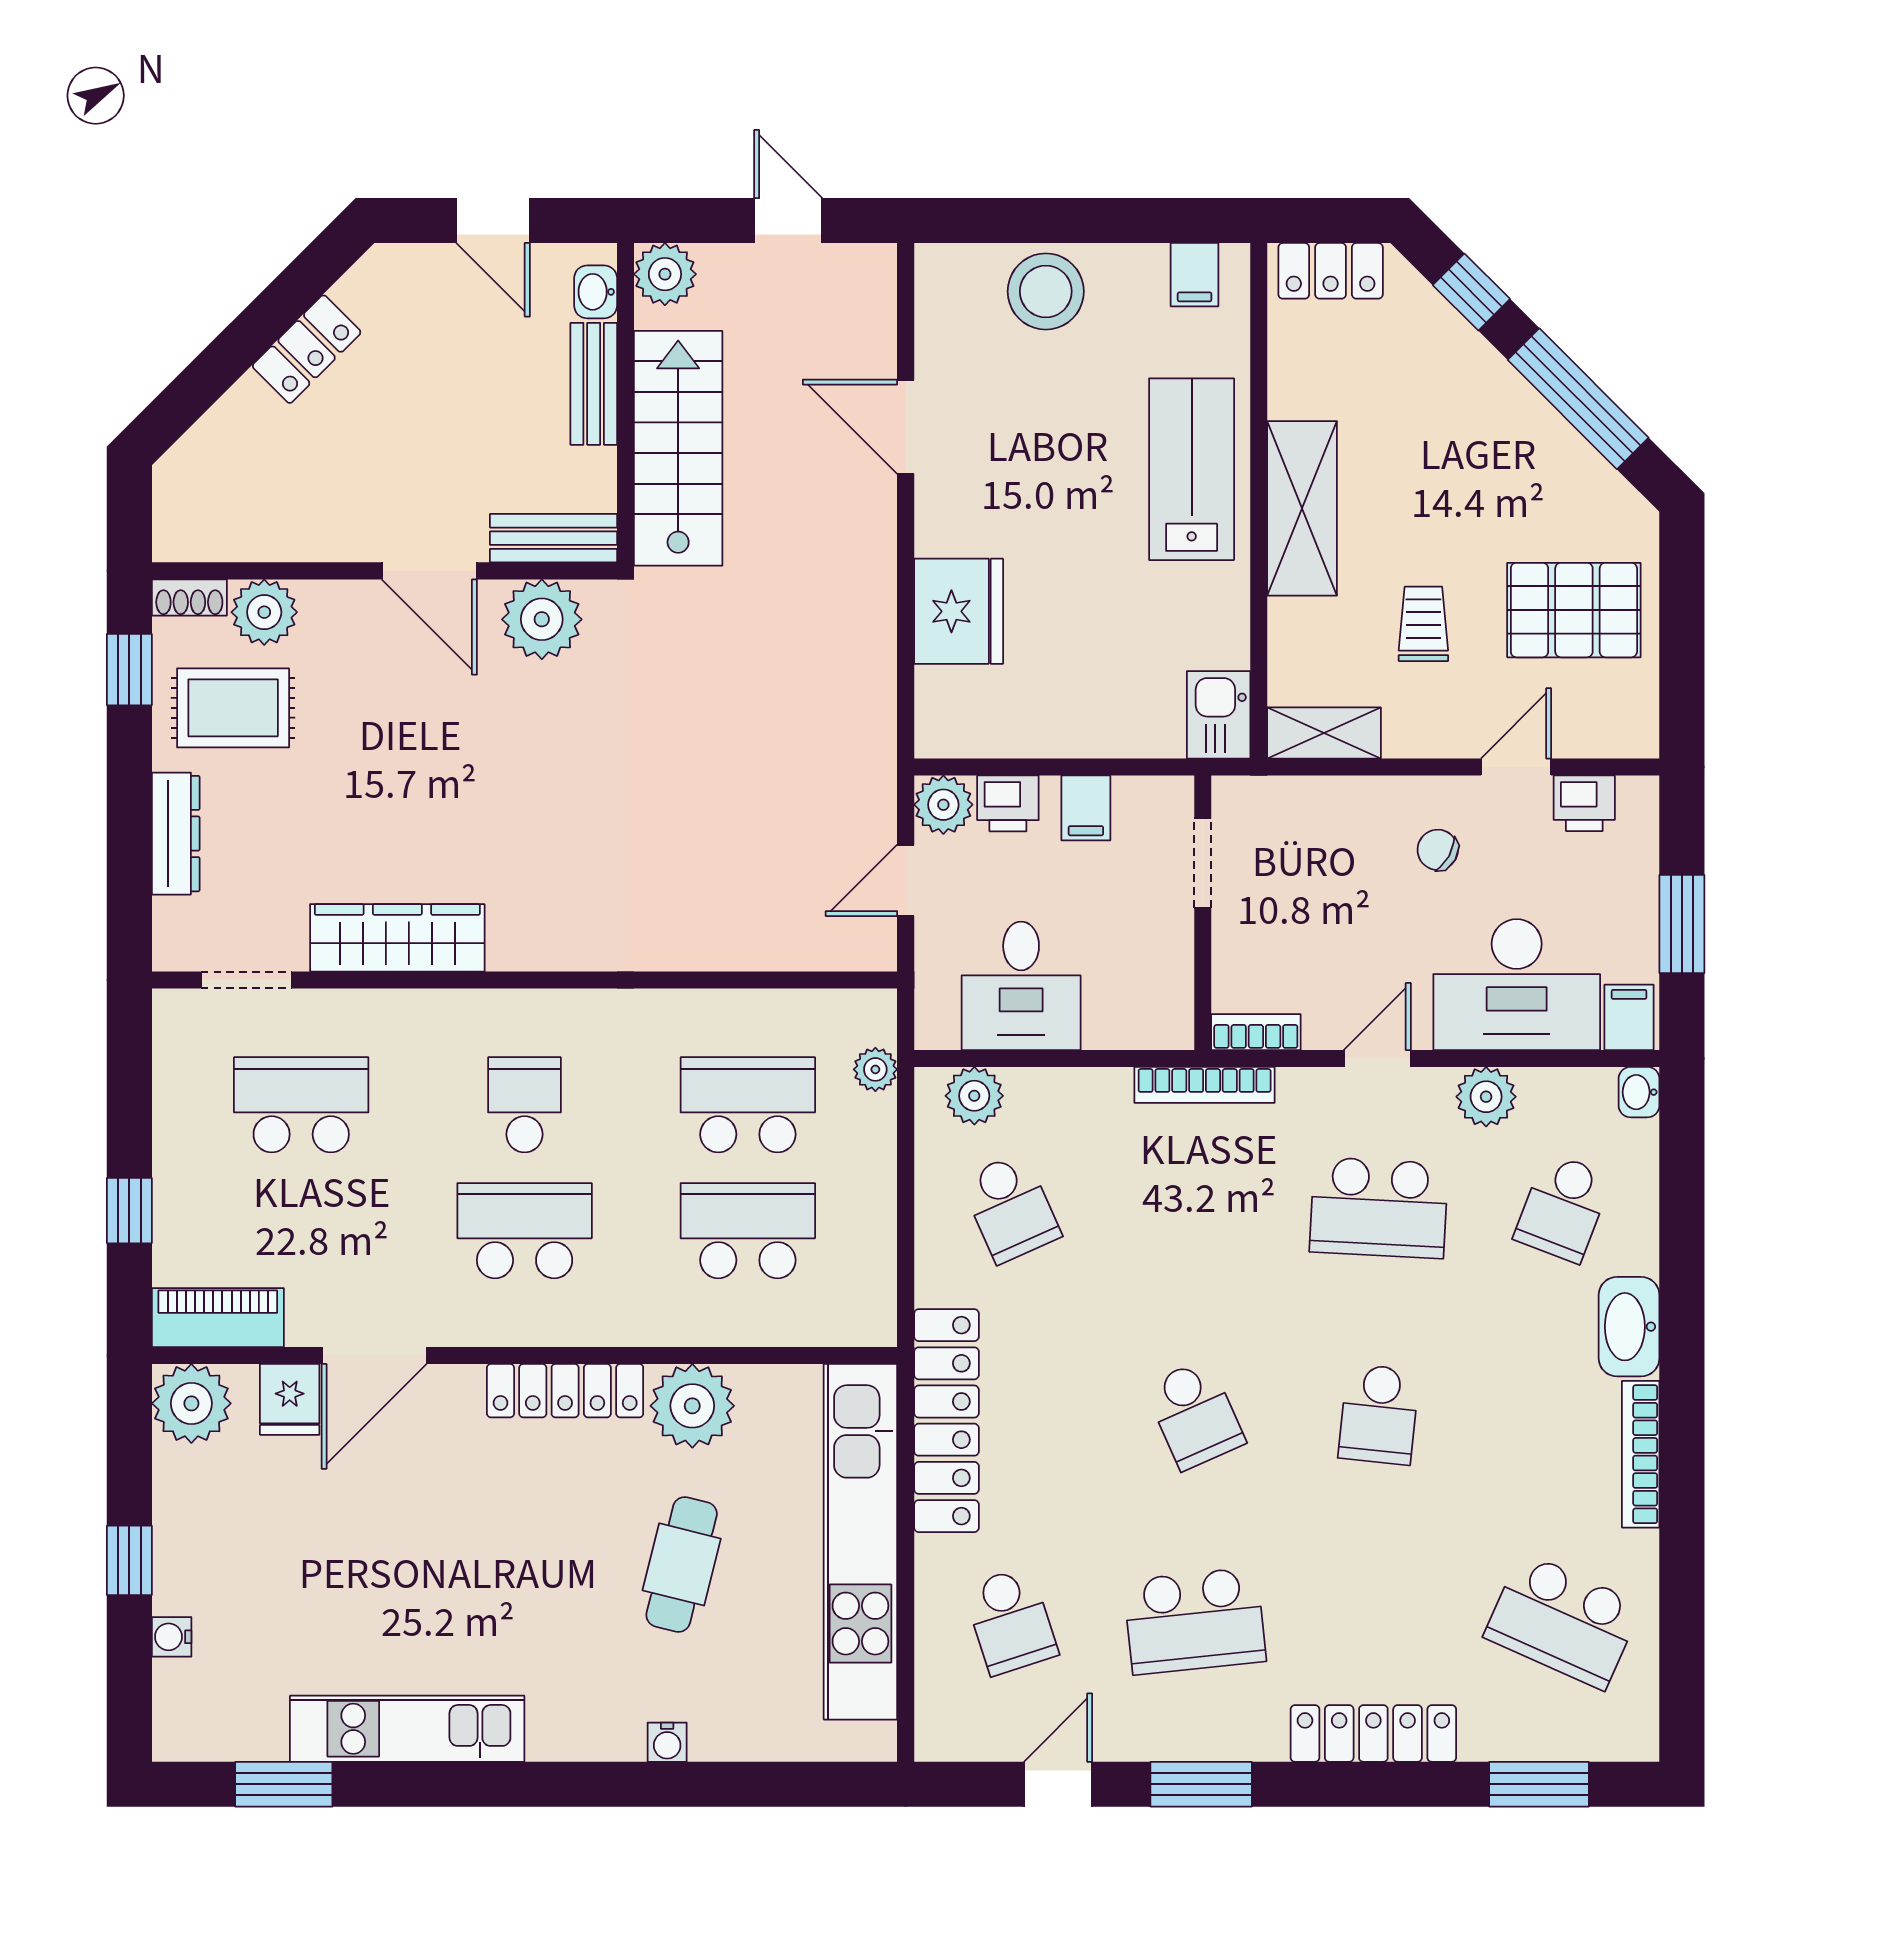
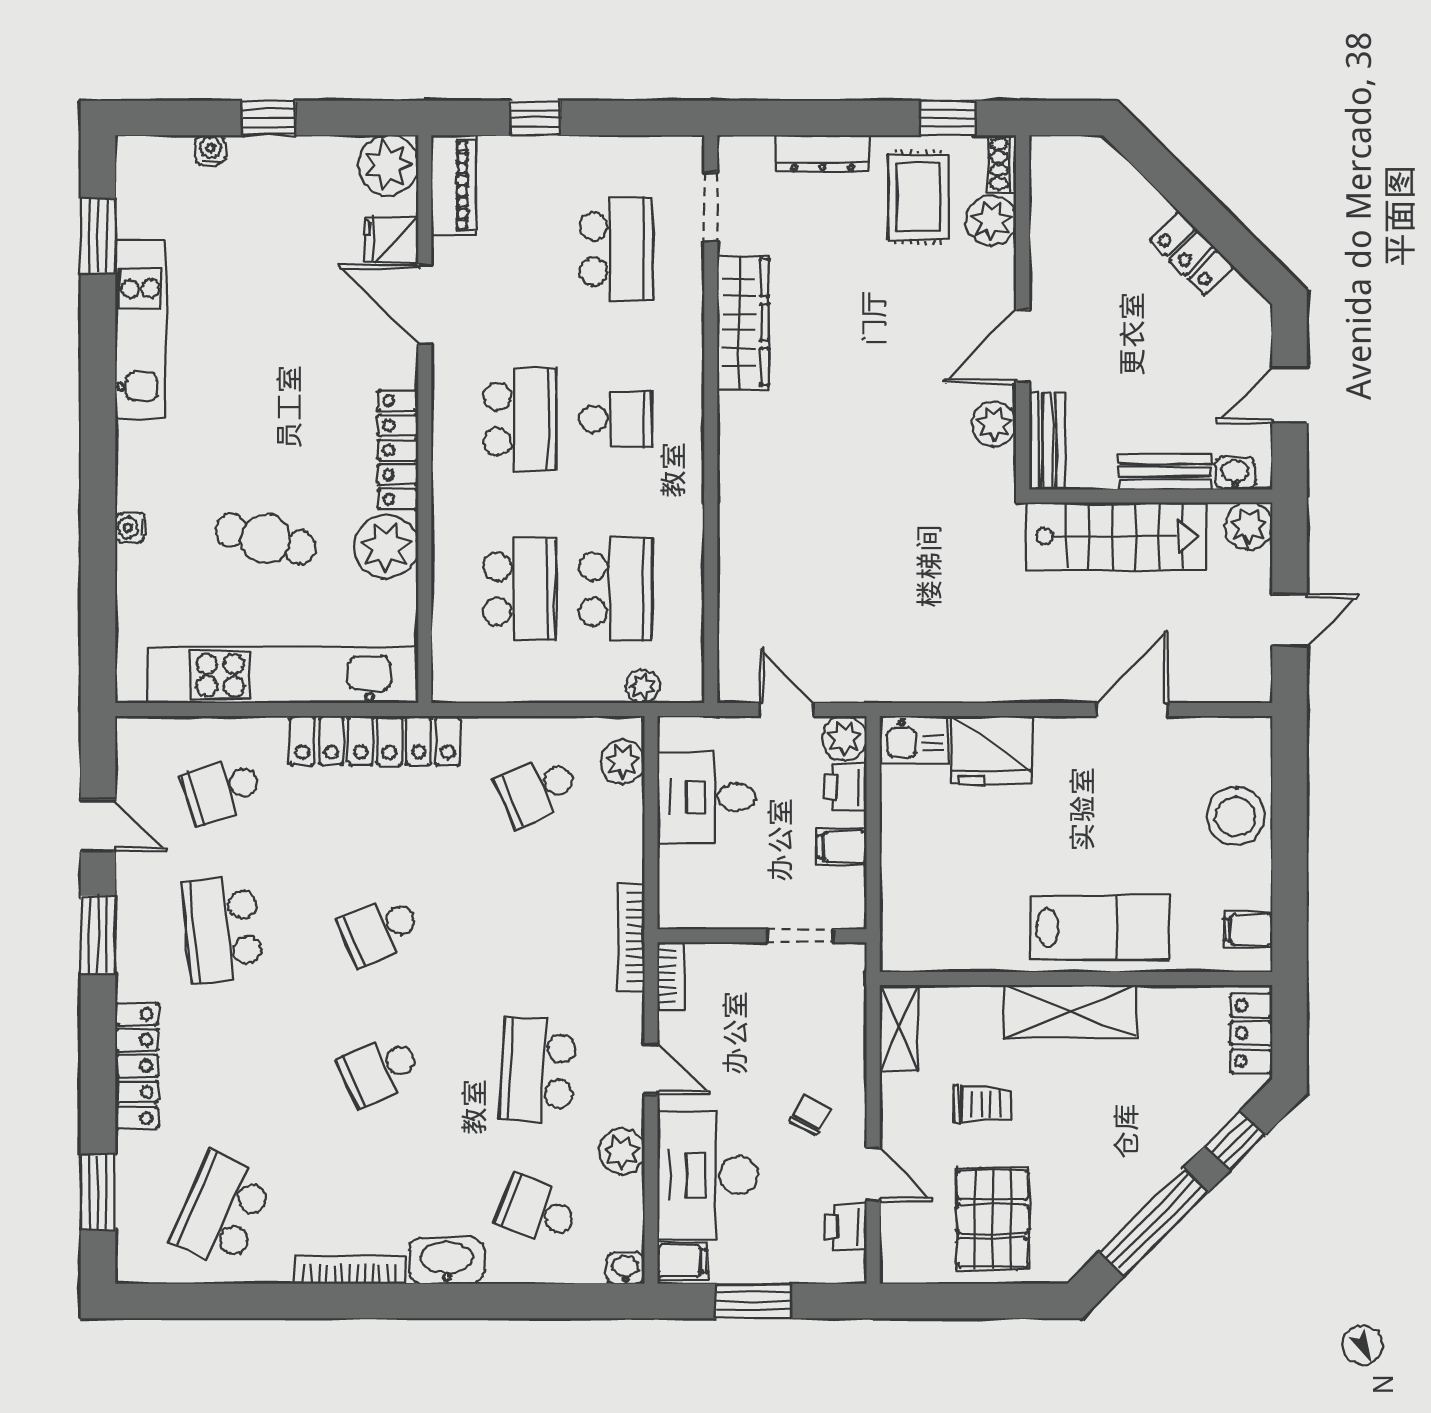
plant: (542, 619) -> (994, 424), width x0.73, depth x0.73
kitchen sink: (1219, 715) -> (915, 740), moved, turned 180
school desk: (1379, 1414) -> (380, 1070), turned -30

